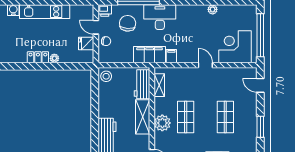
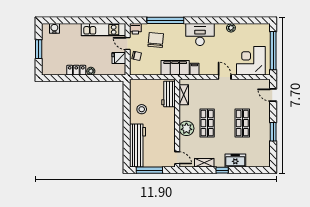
kitchen unit: (45, 12) -> (103, 30), moved
desk: (160, 17) -> (200, 35), moved
stool: (106, 76) -> (142, 109), moved
shelving: (143, 117) -> (169, 123), removed

